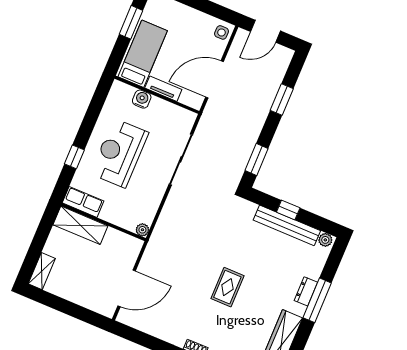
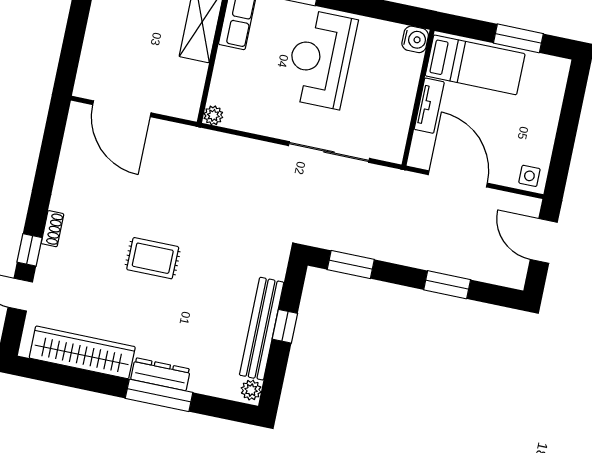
water cooler: (142, 99) -> (415, 39), moved
reception desk: (120, 153) -> (321, 59), turned -90
dresser: (306, 291) -> (161, 374), width x1.44

